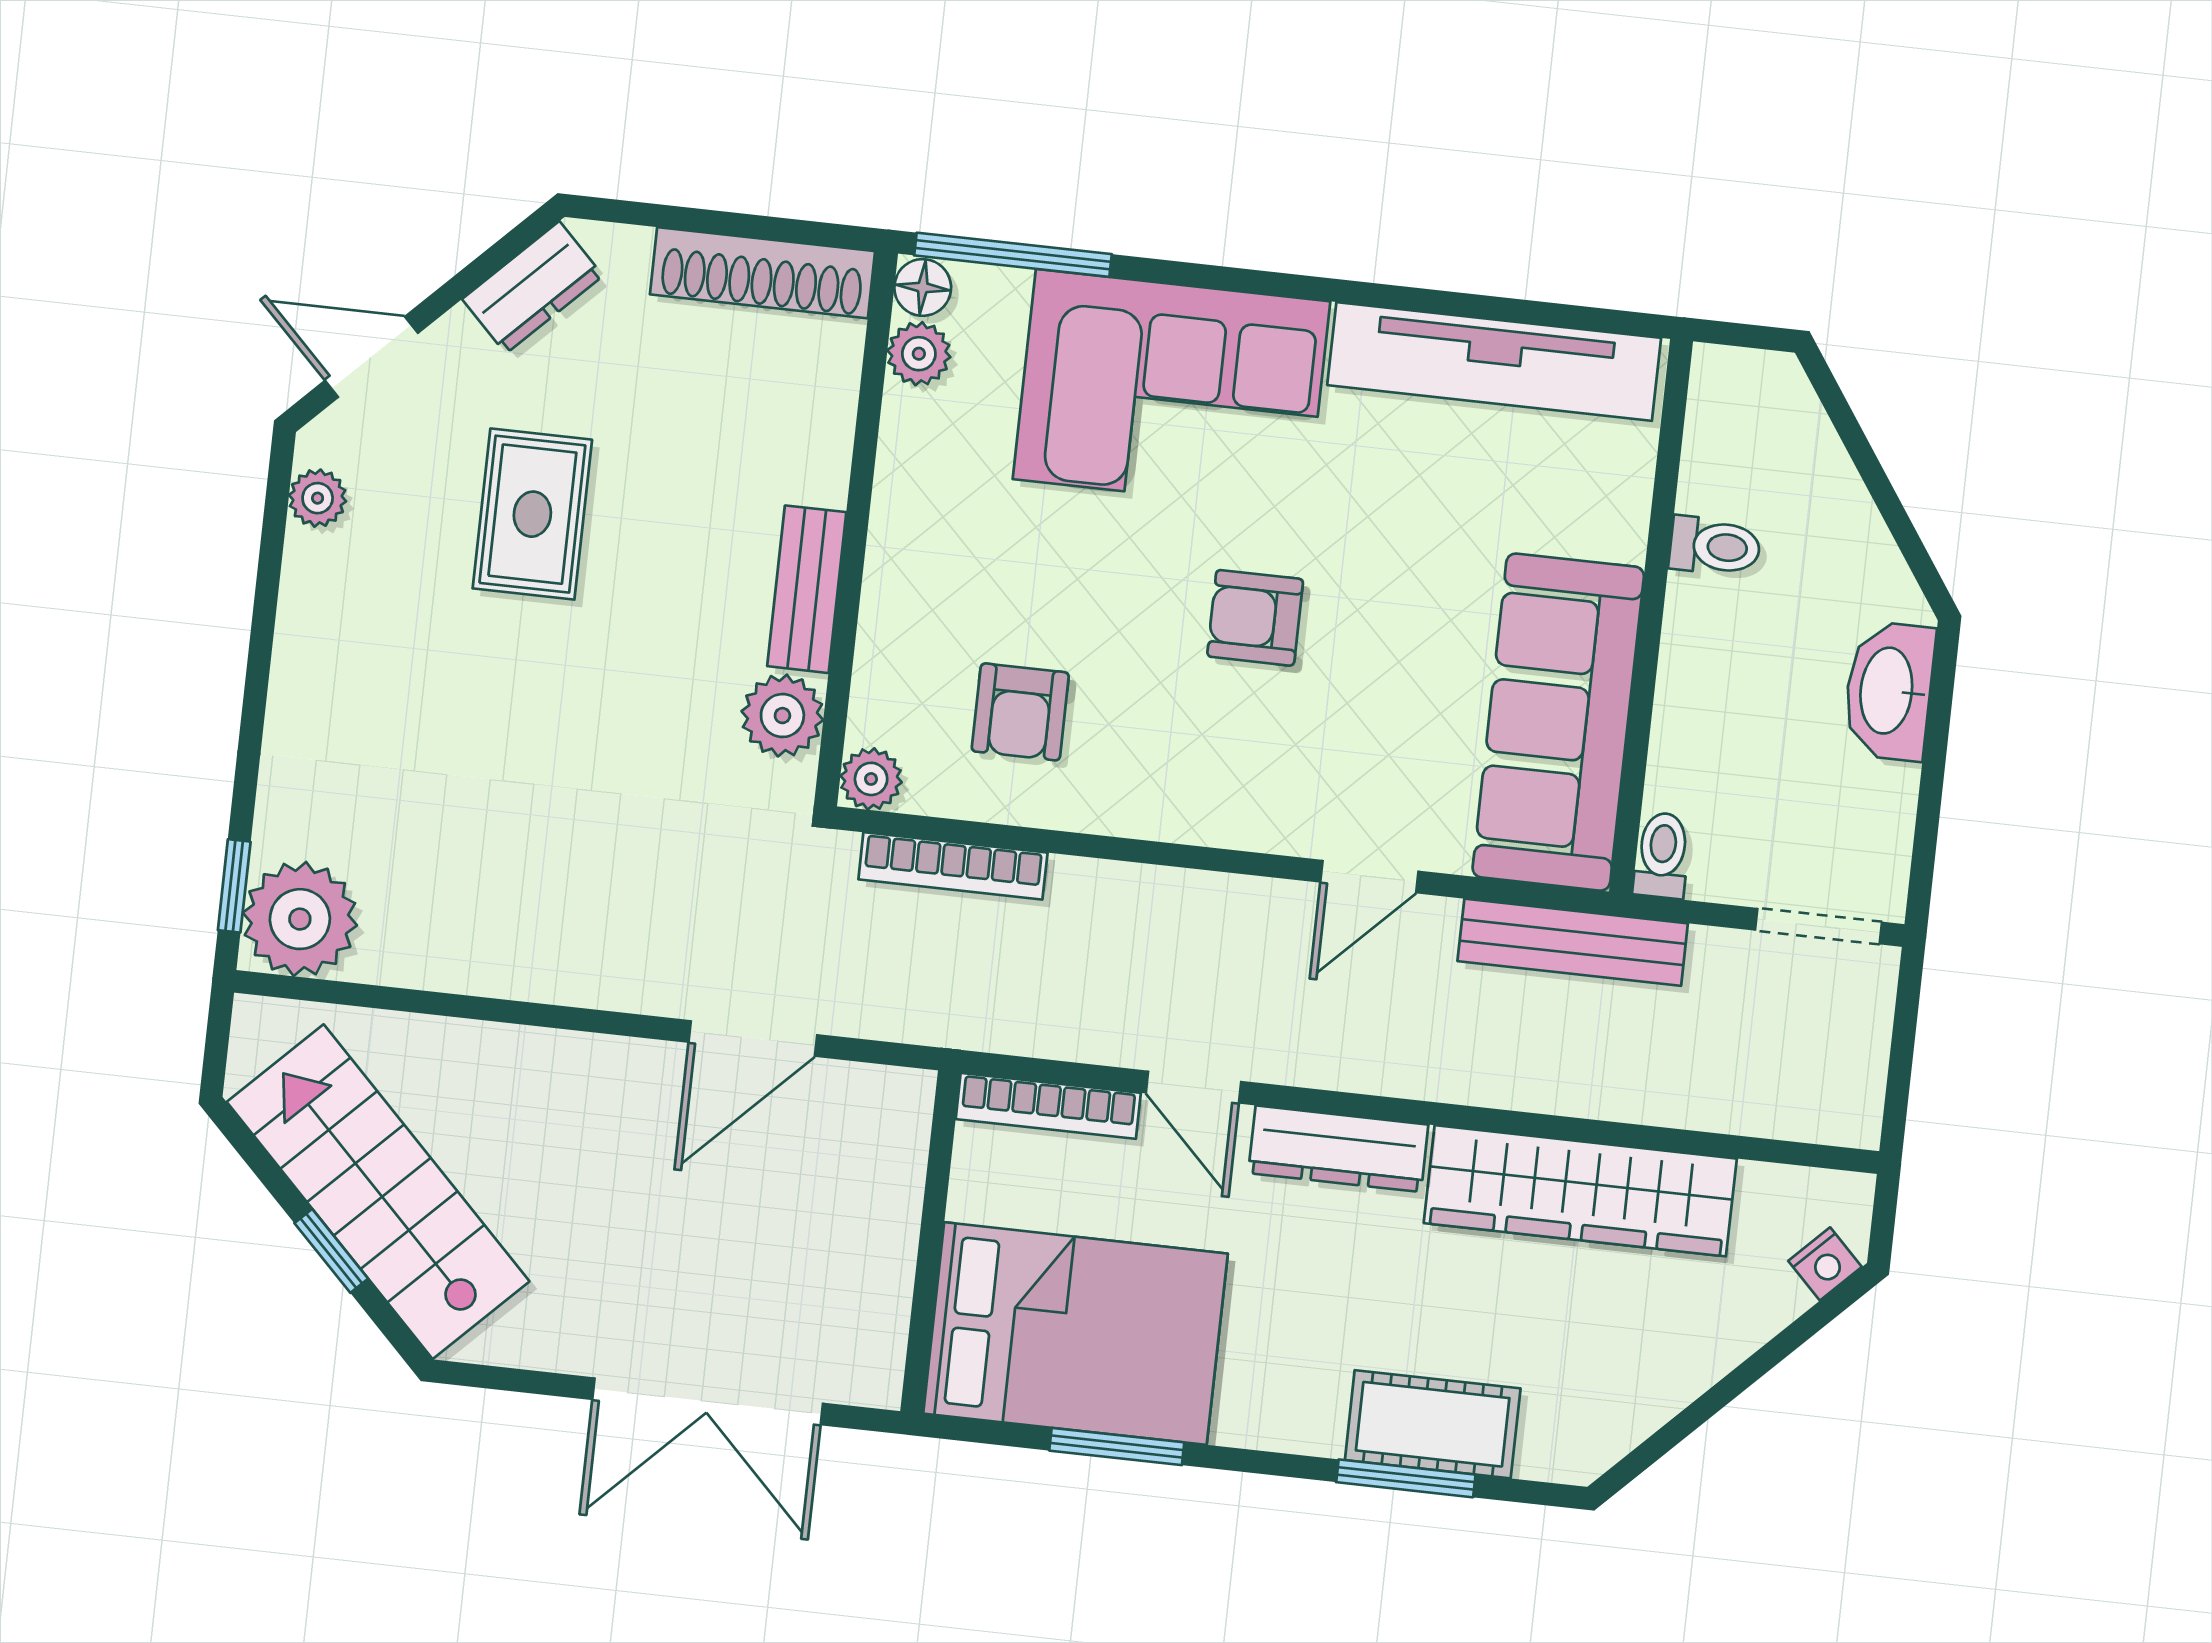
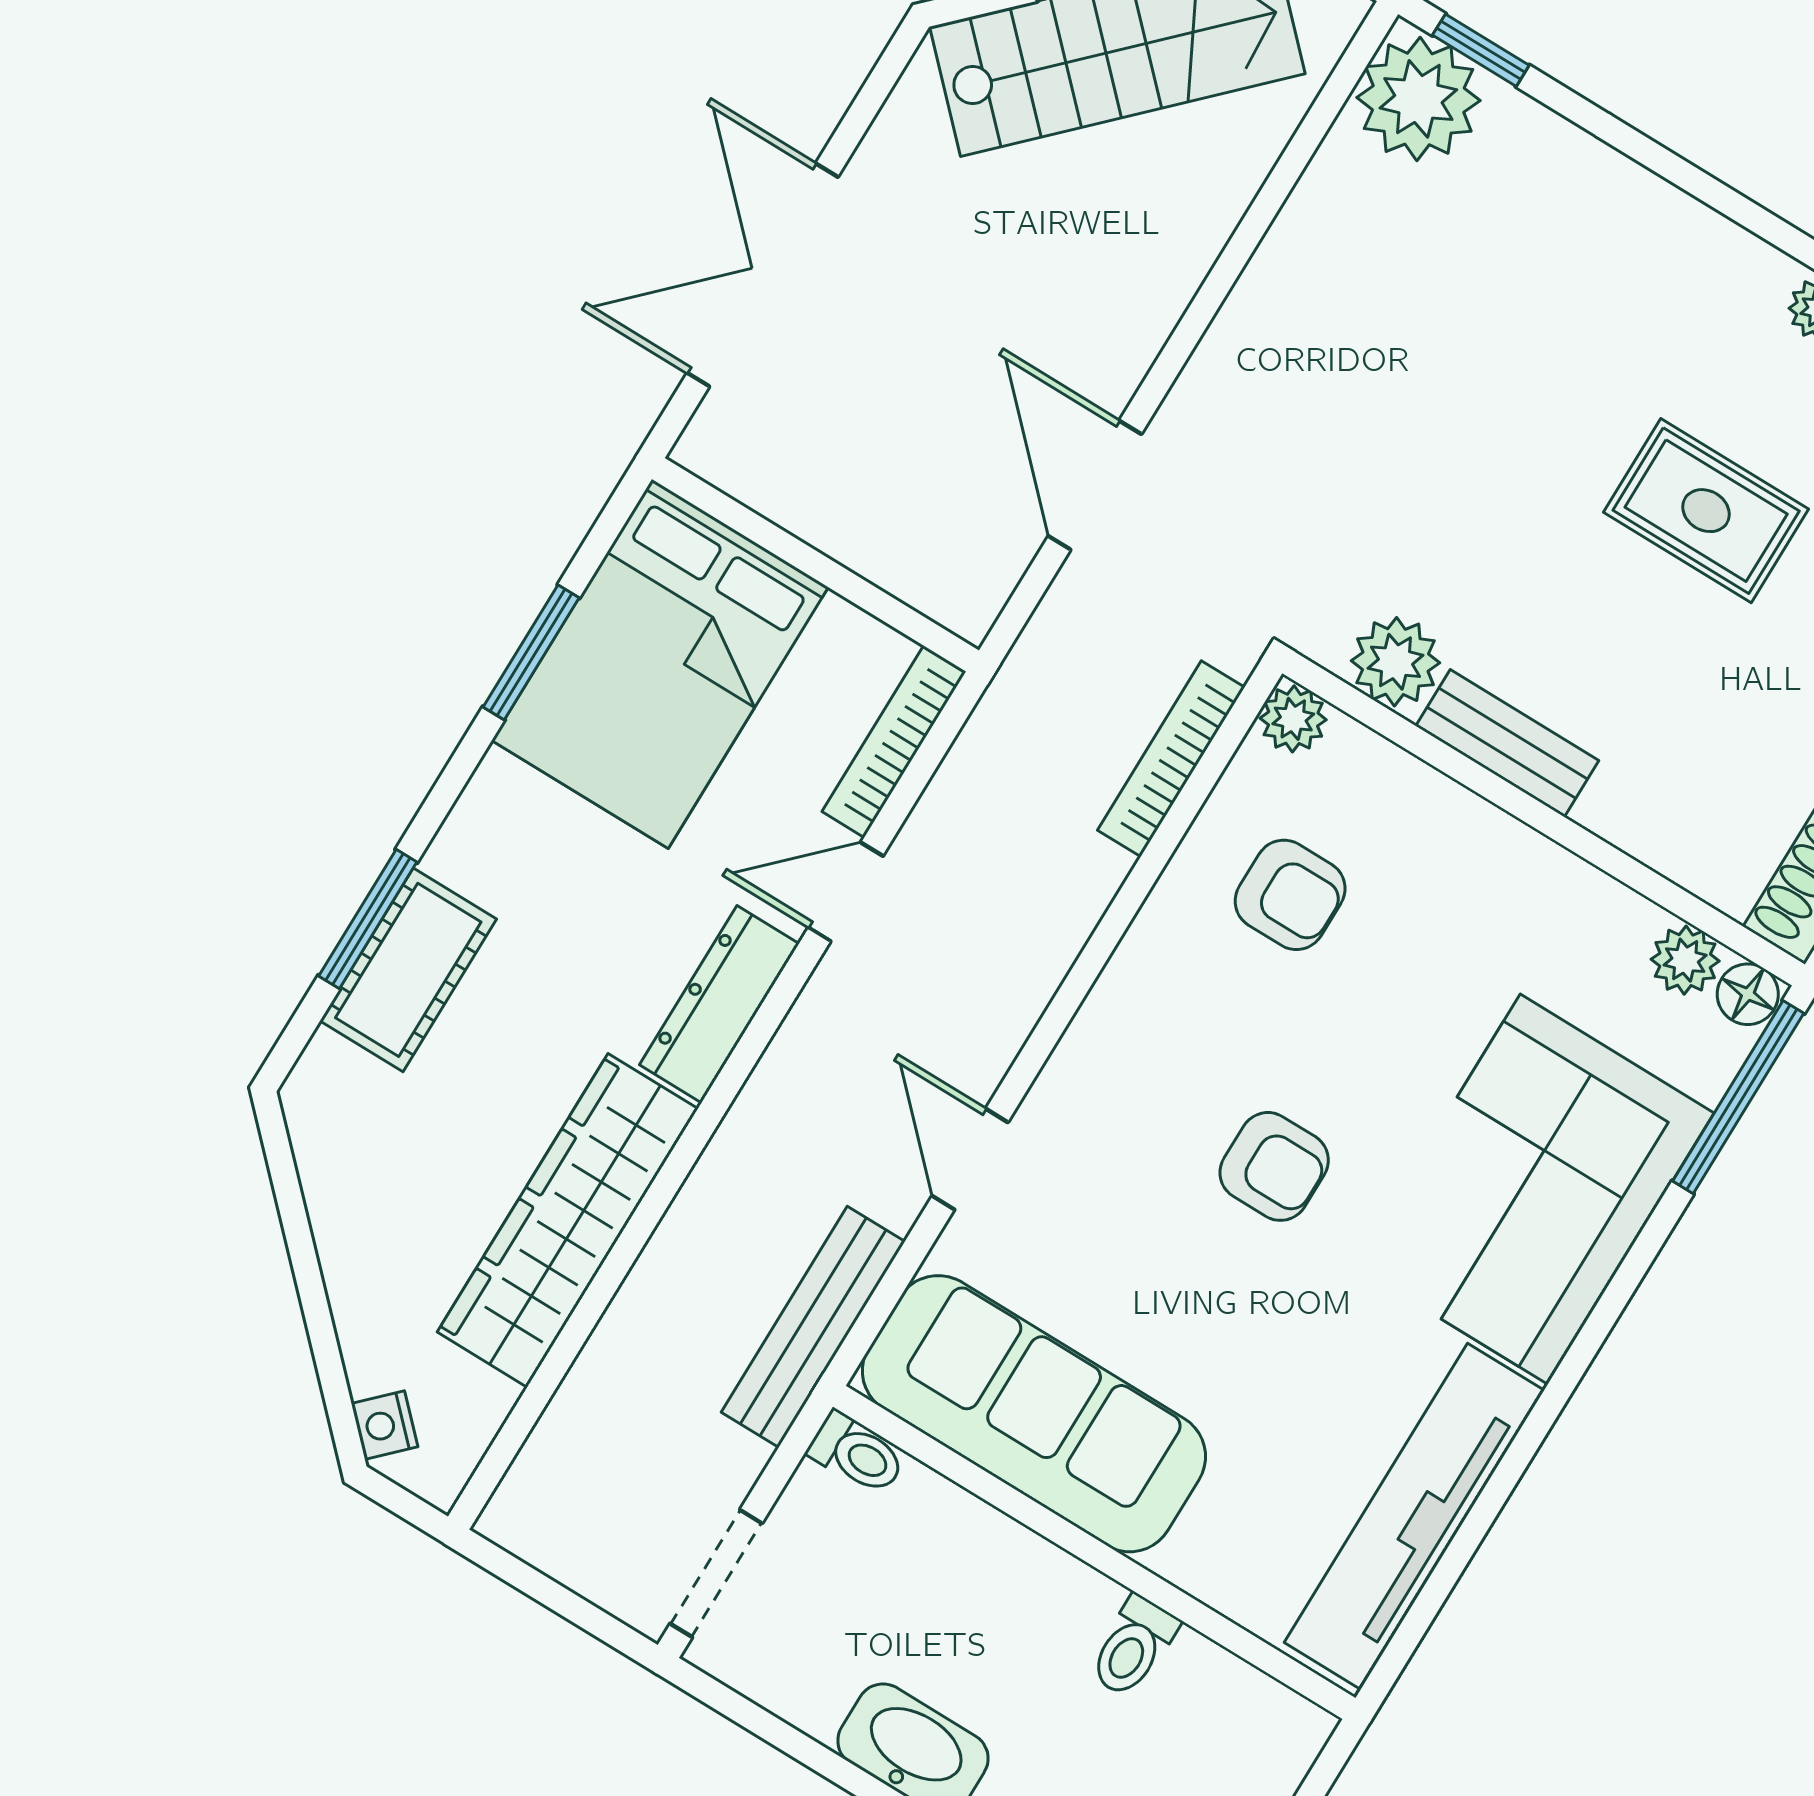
armchair: (1255, 618) -> (1274, 1166), turned 90
armchair: (1020, 712) -> (1290, 895), turned 180

